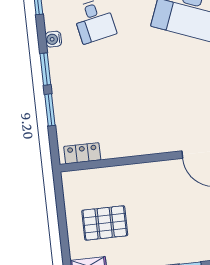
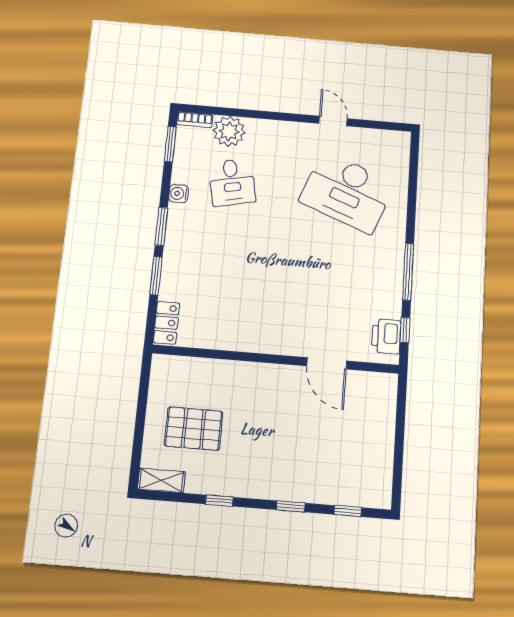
locker: (82, 153) -> (166, 323), moved, turned 90

